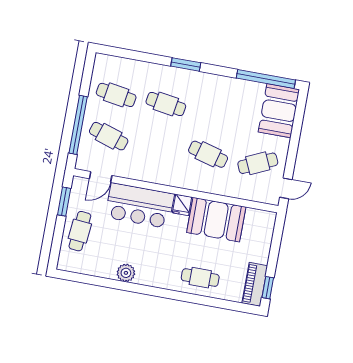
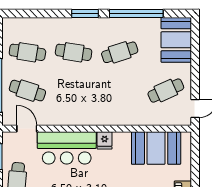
window: (266, 79) -> (136, 13), moved
cafe table: (208, 154) -> (120, 52), moved, turned -33
door: (101, 177) -> (27, 129), swing flipped
booth: (216, 220) -> (156, 148), moved

